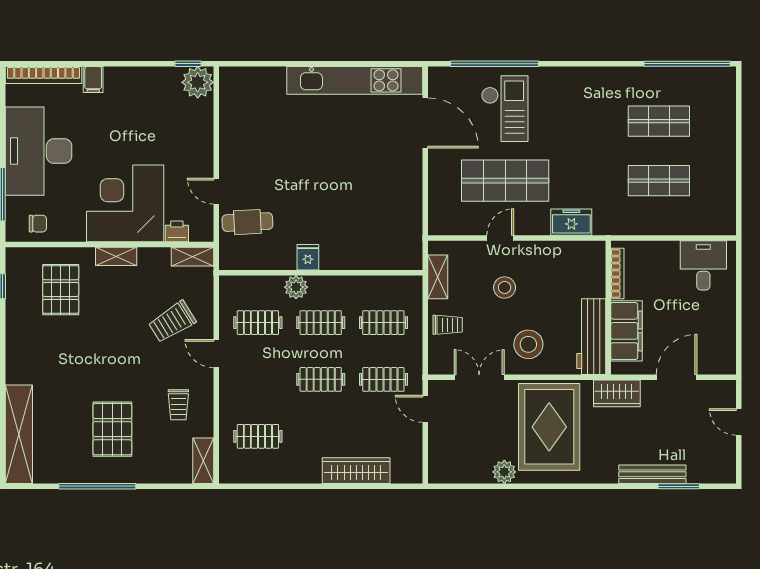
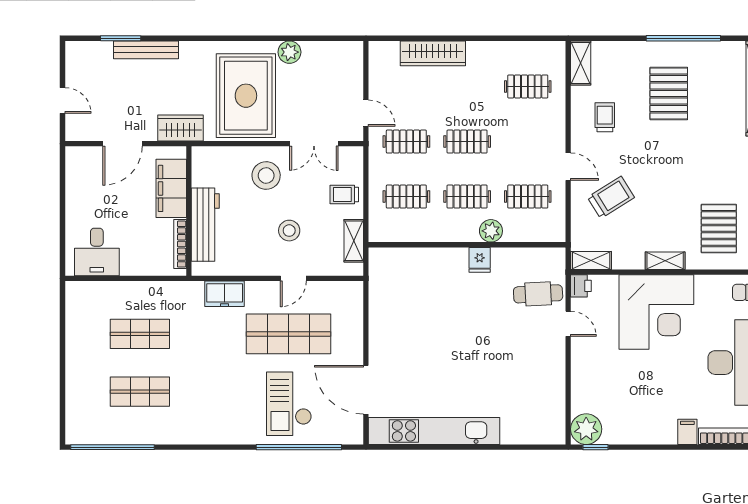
printer: (177, 231) -> (581, 286), moved, turned -90
workbench: (591, 337) -> (205, 225), moved

